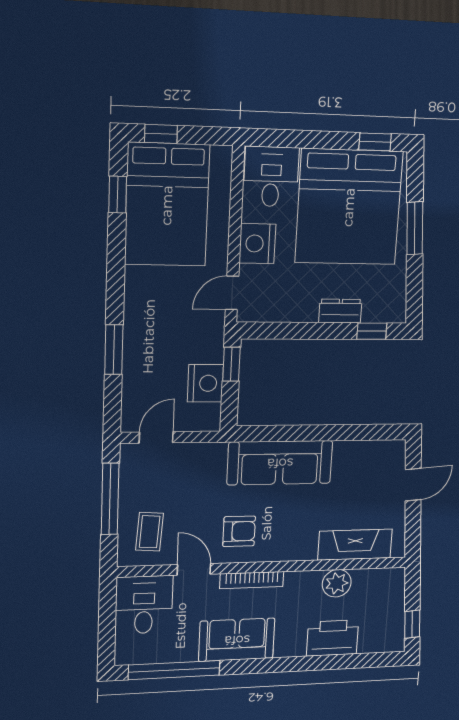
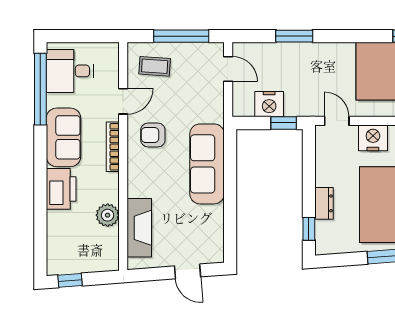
armchair: (239, 531) -> (153, 135), turned 90
desk: (144, 605) -> (70, 71), moved, turned 180
printer: (333, 638) -> (61, 189), moved

